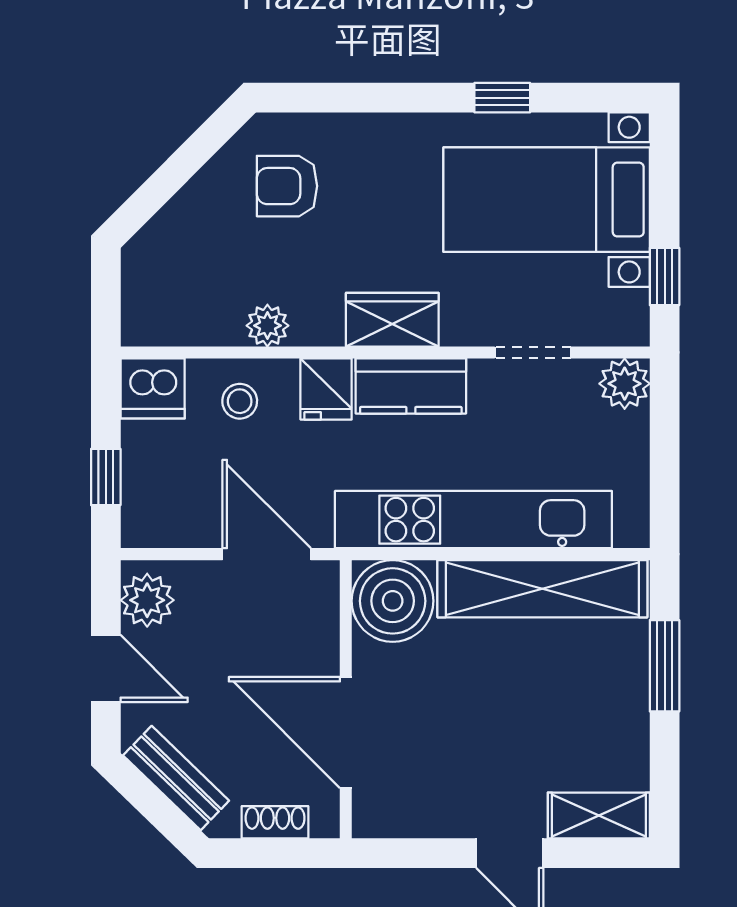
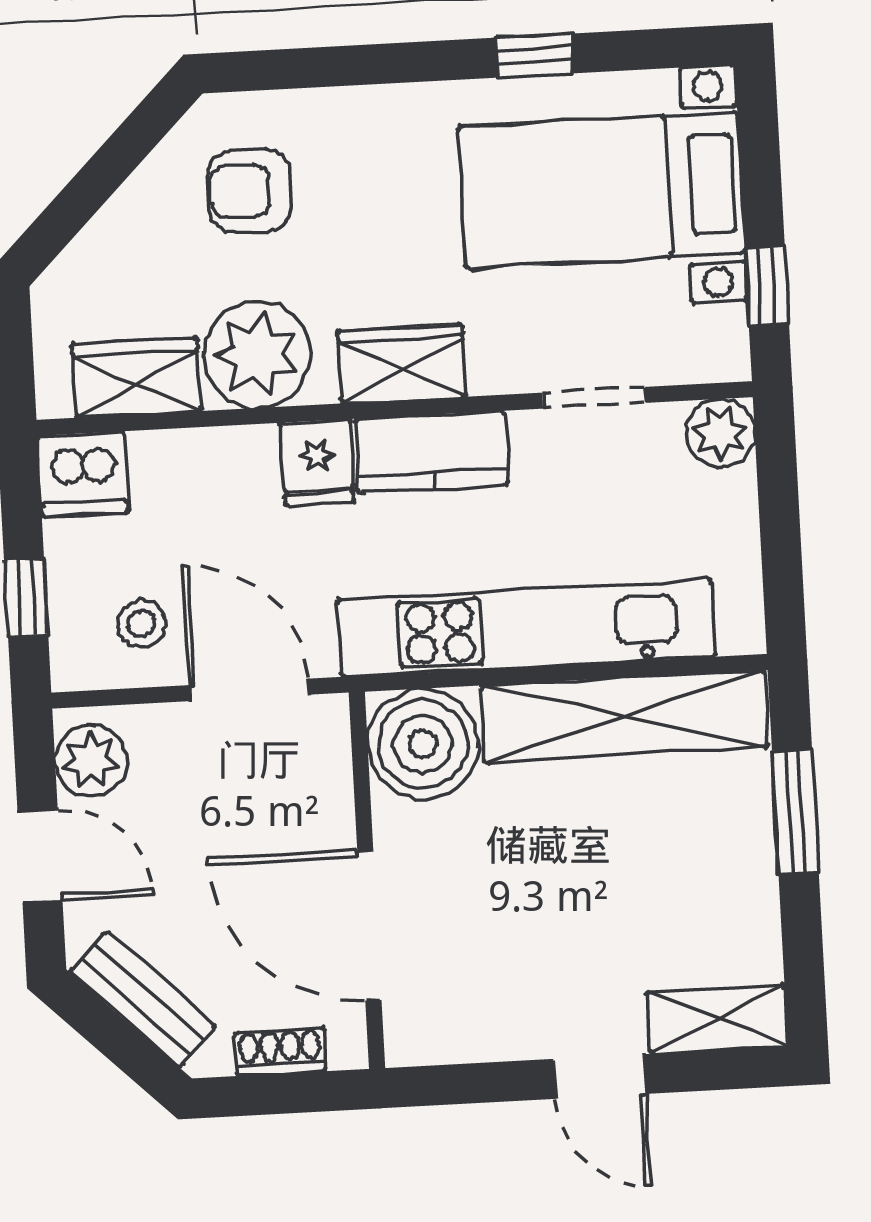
wardrobe: (196, 319) -> (136, 378), added
plant: (267, 326) -> (257, 355), width x1.88, depth x1.88
stool: (240, 401) -> (142, 624), moved

